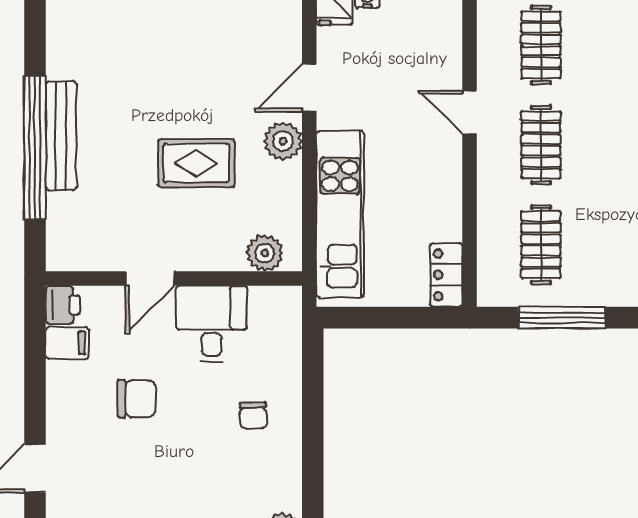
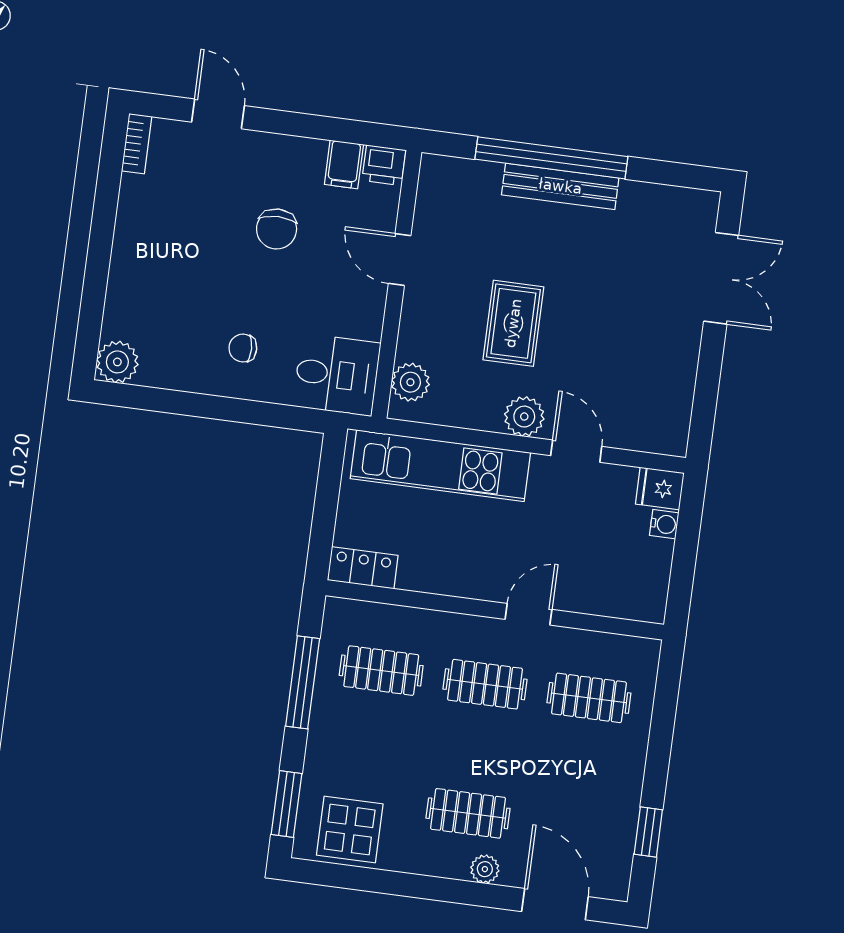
desk: (212, 324) -> (337, 375), moved

